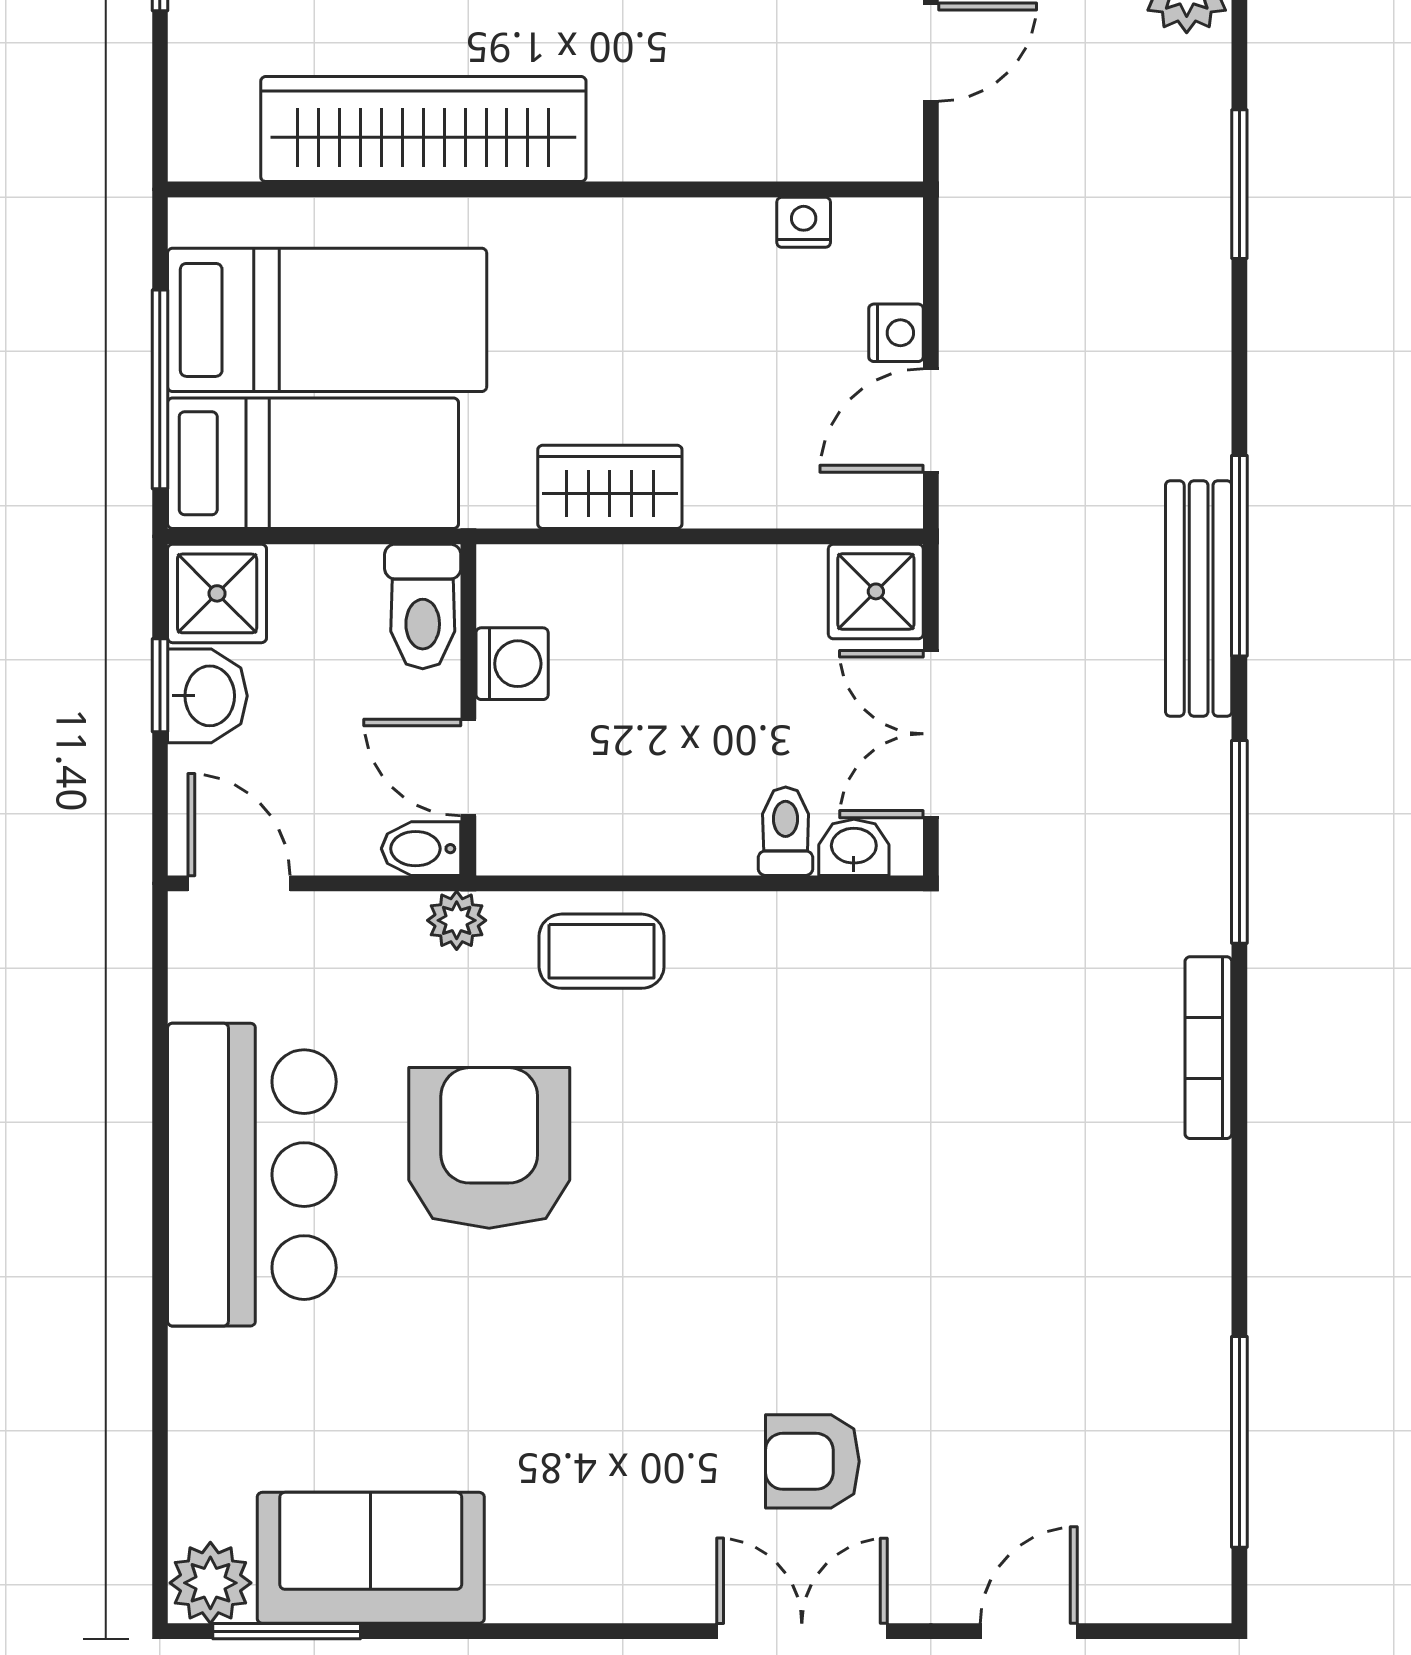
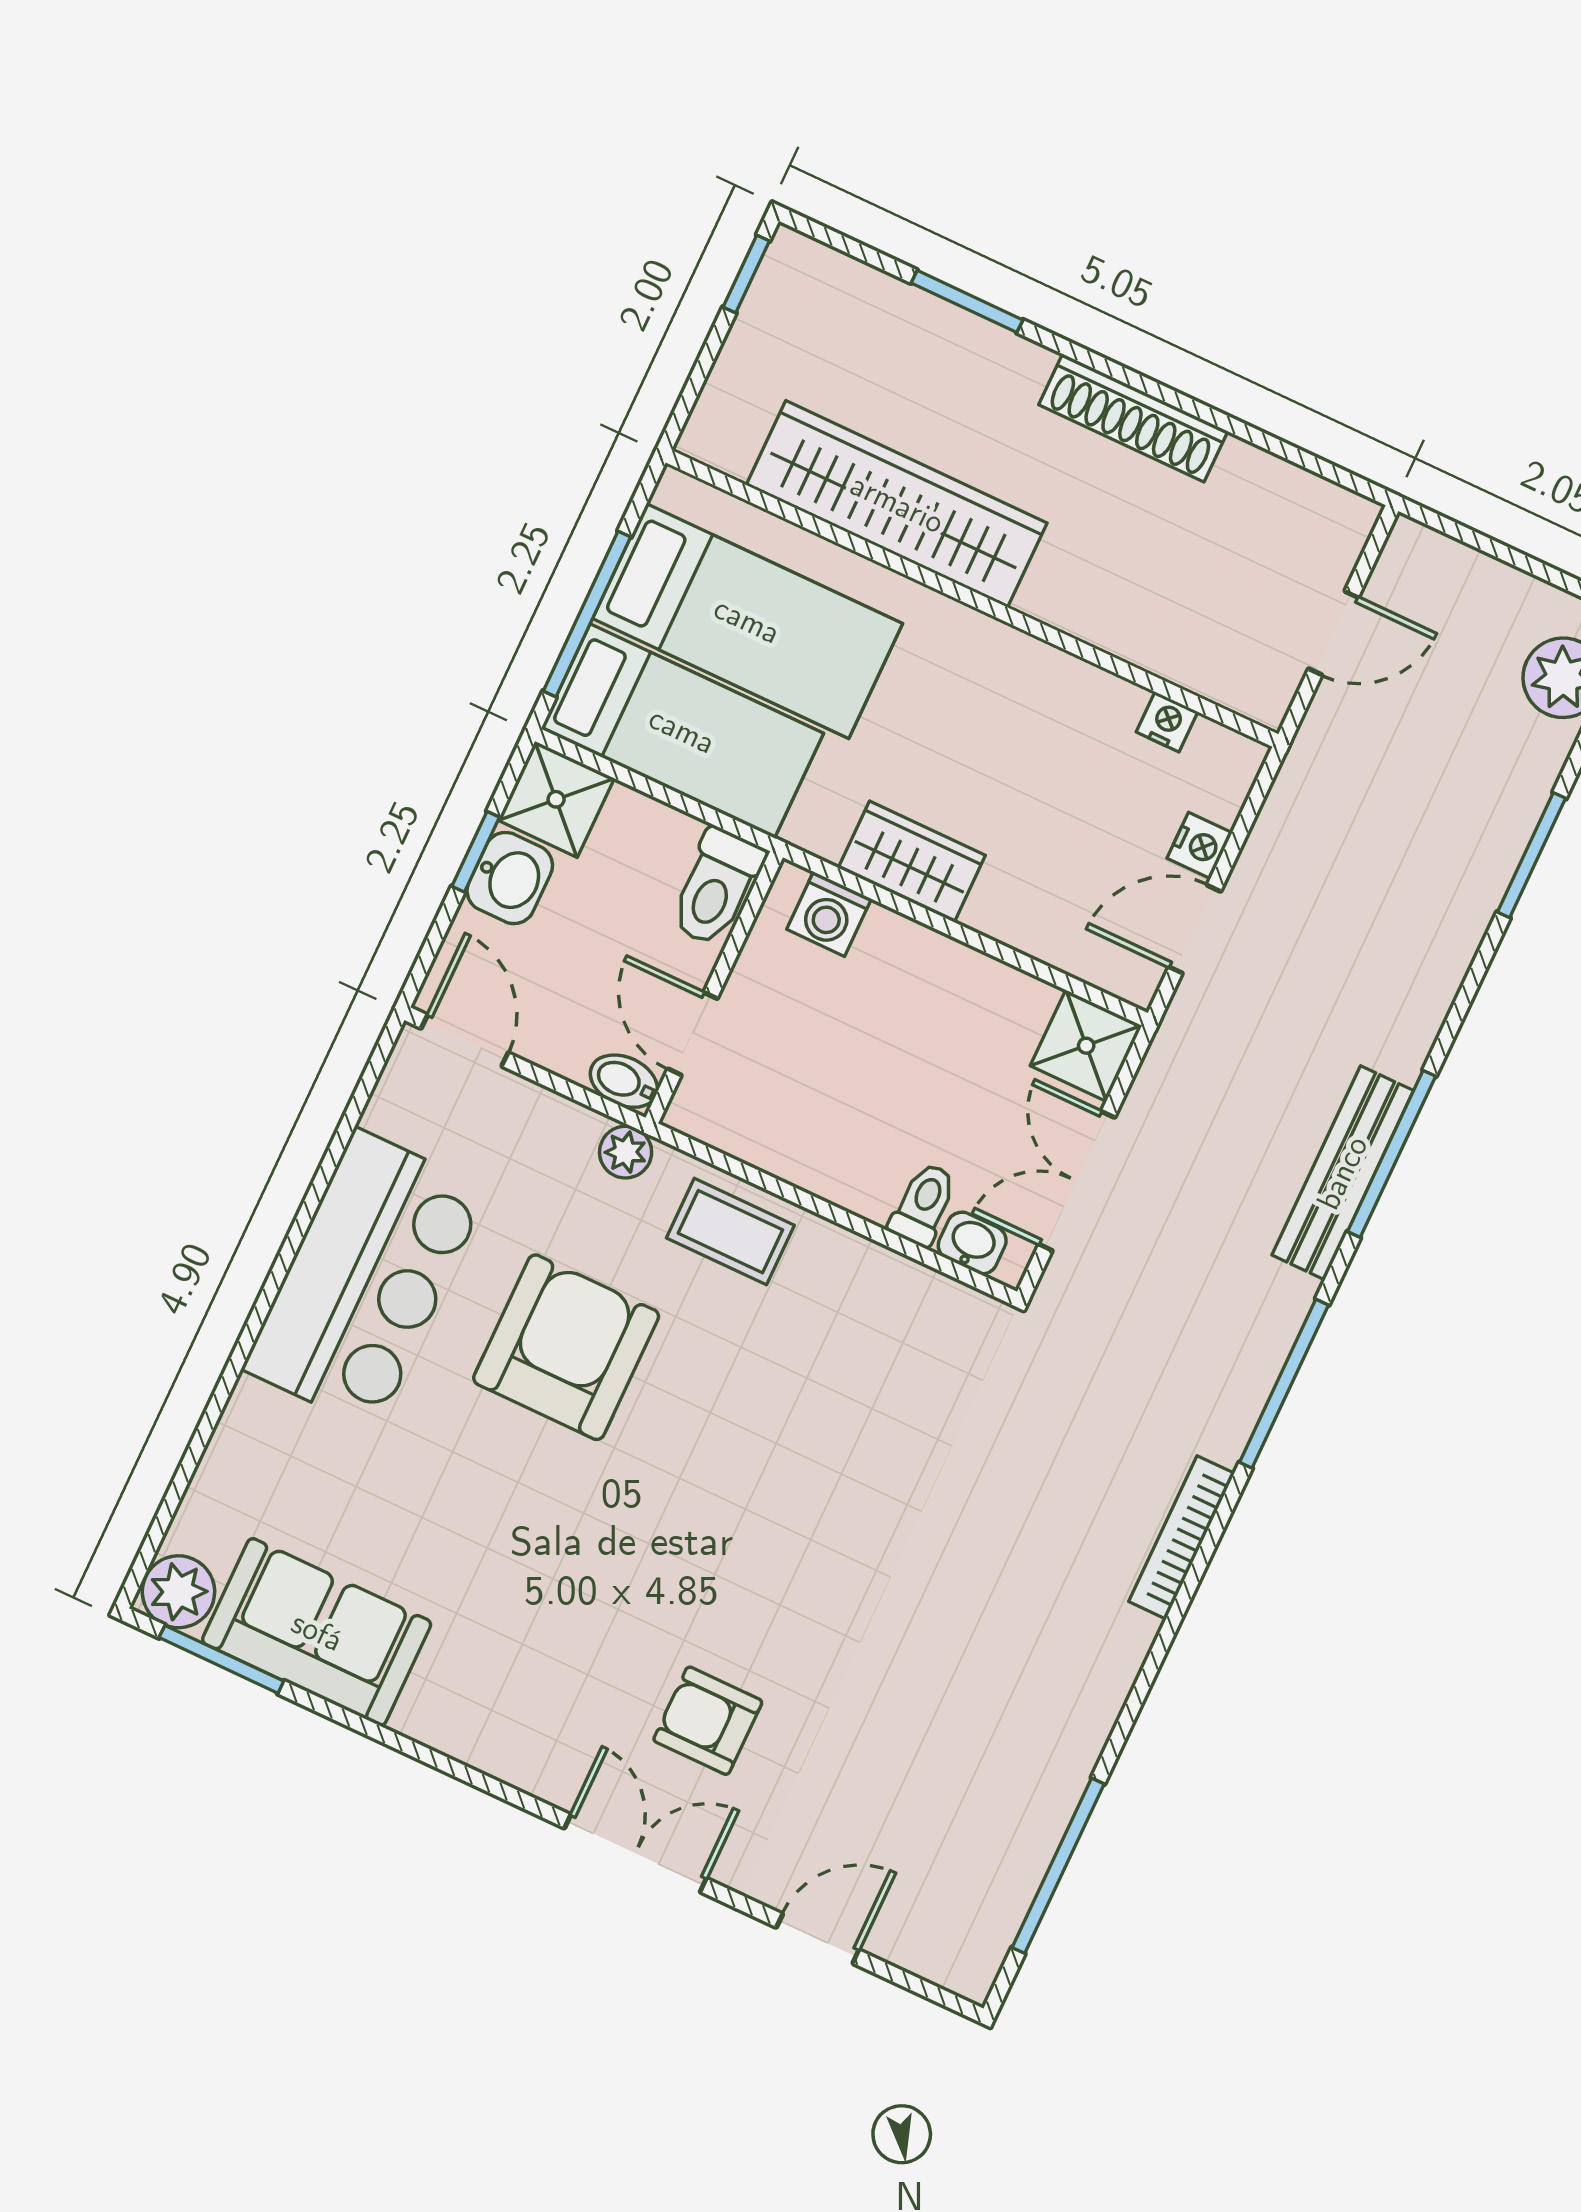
washing machine: (512, 664) -> (829, 914), moved, turned 90

